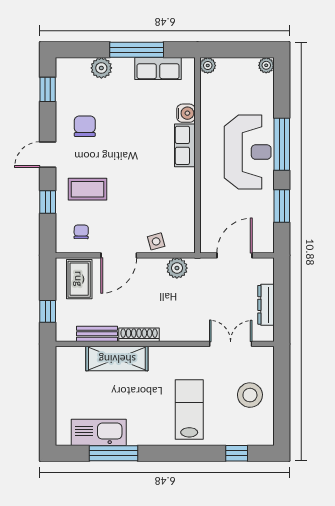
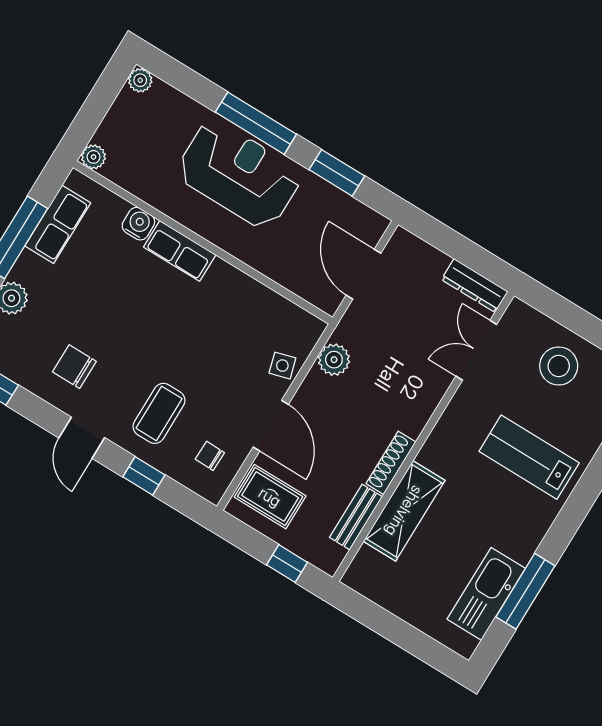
dresser: (266, 305) -> (475, 286), moved

